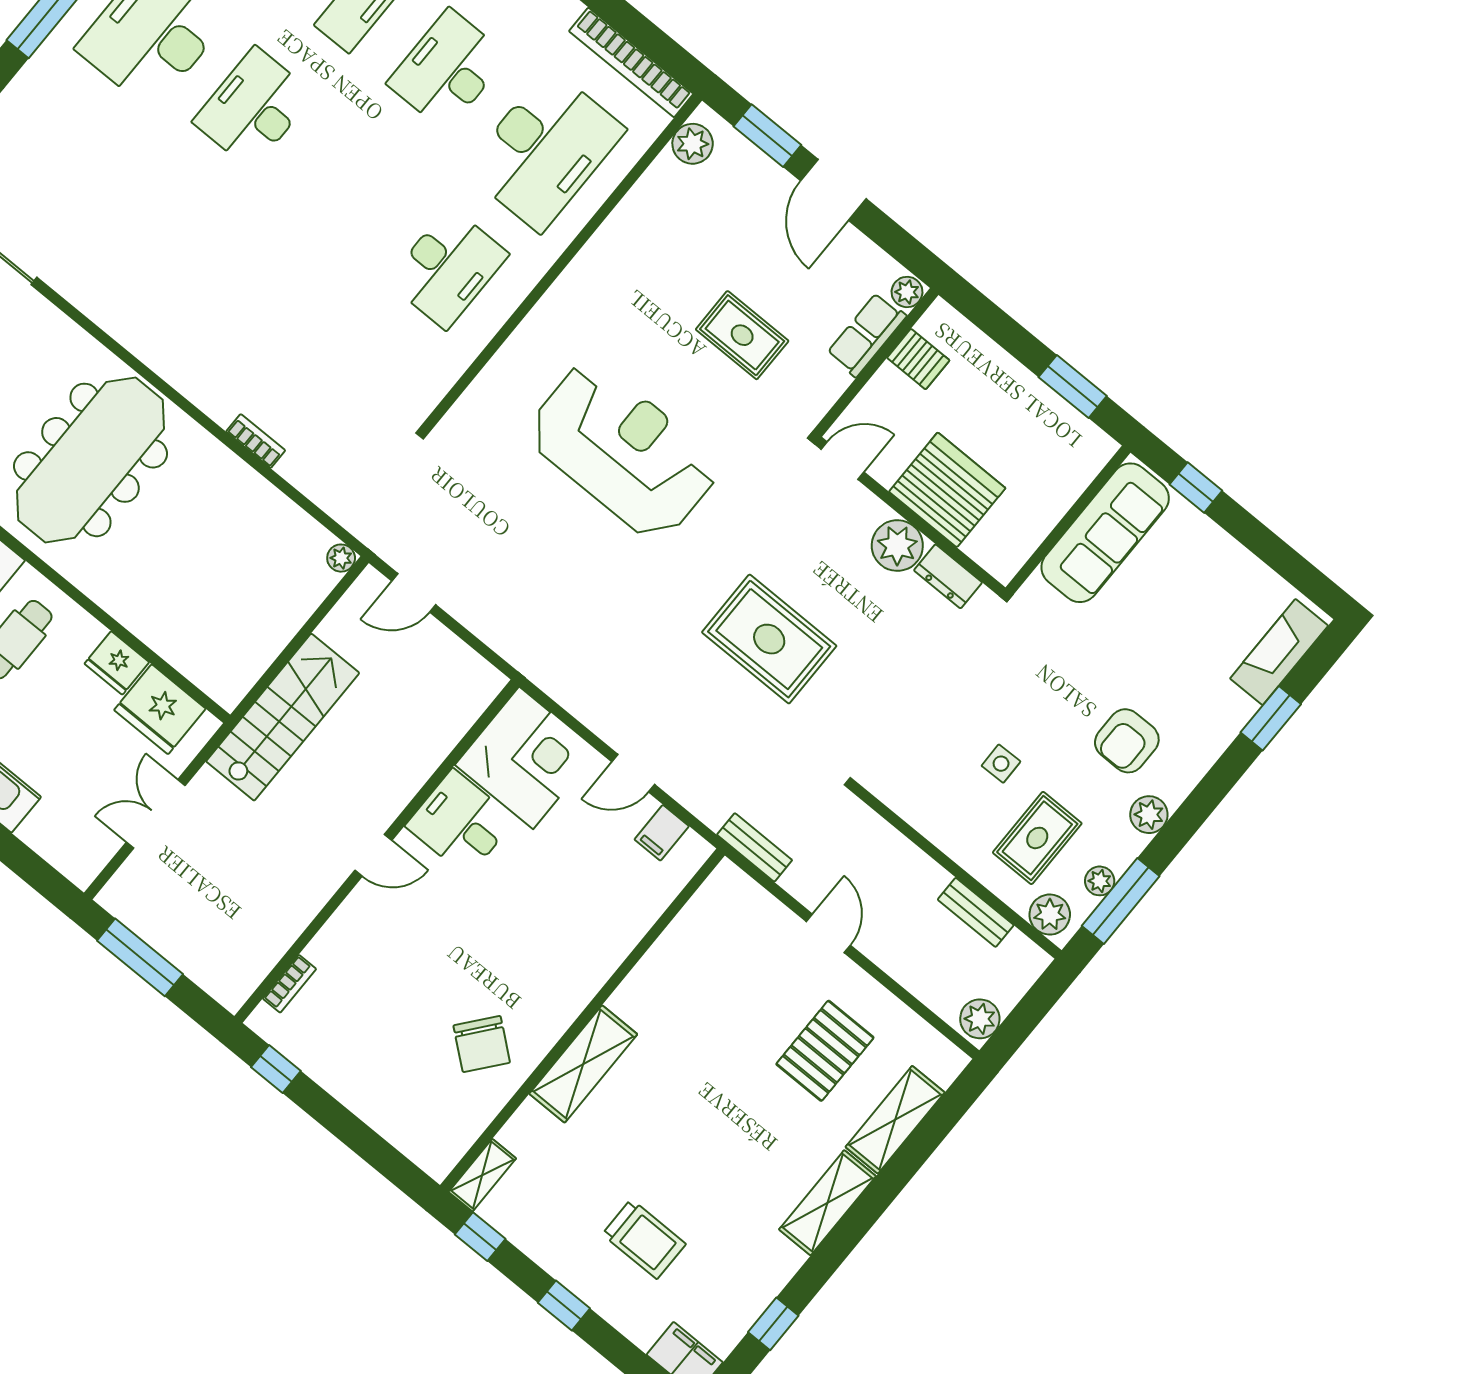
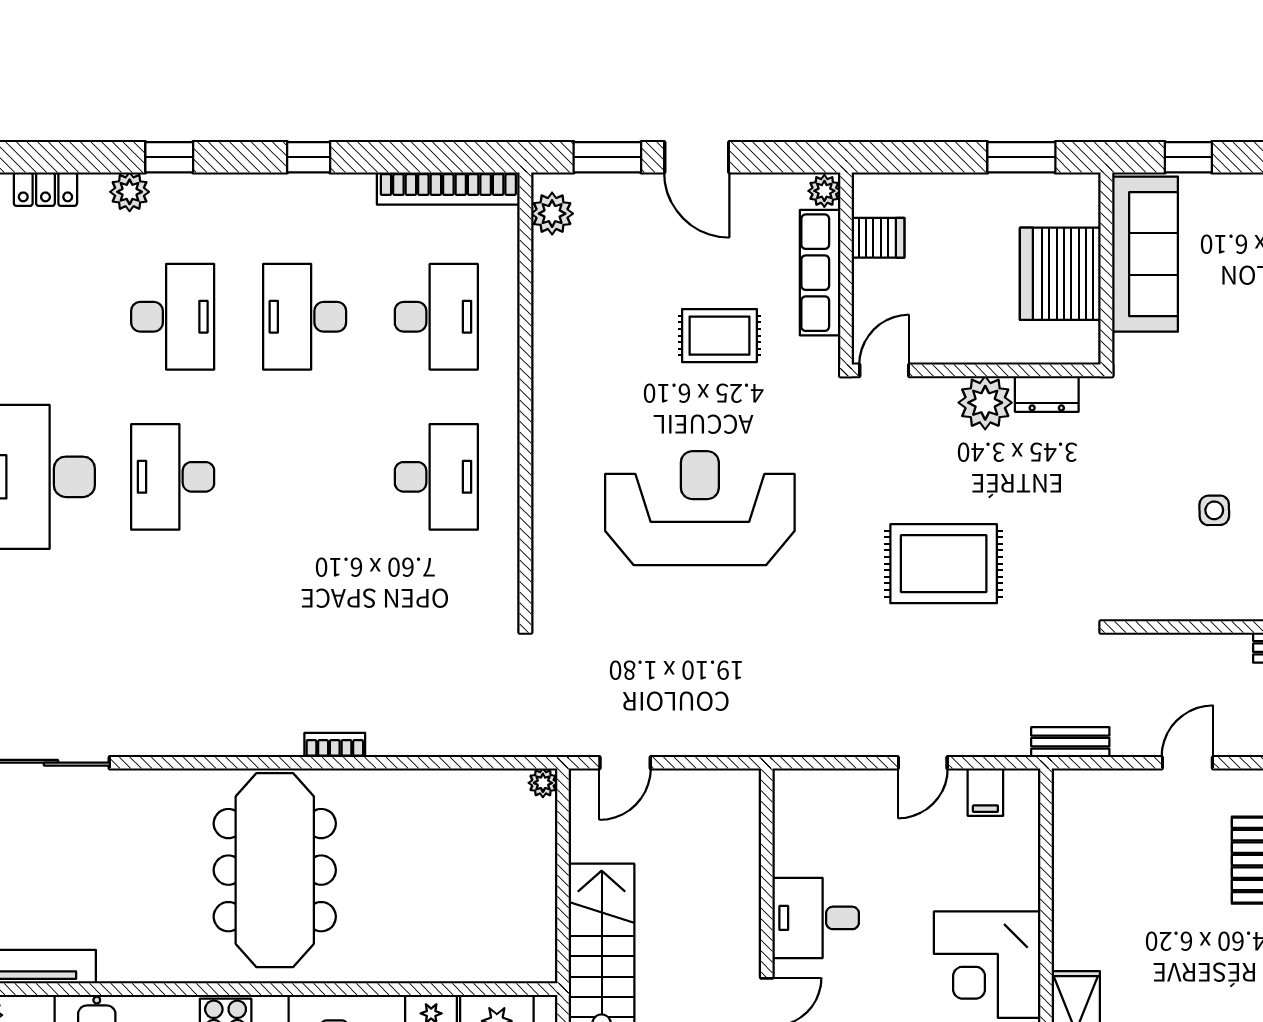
desk: (545, 150) -> (436, 317), width x0.73, depth x0.77
row of seats: (867, 335) -> (820, 273), width x1.48
bookcase: (256, 441) -> (335, 745), moved
server rack: (947, 490) -> (1060, 274), moved, turned -90
corner desk: (526, 758) -> (987, 965), moved, turned 180
door: (828, 933) -> (1187, 763), hinge flipped

